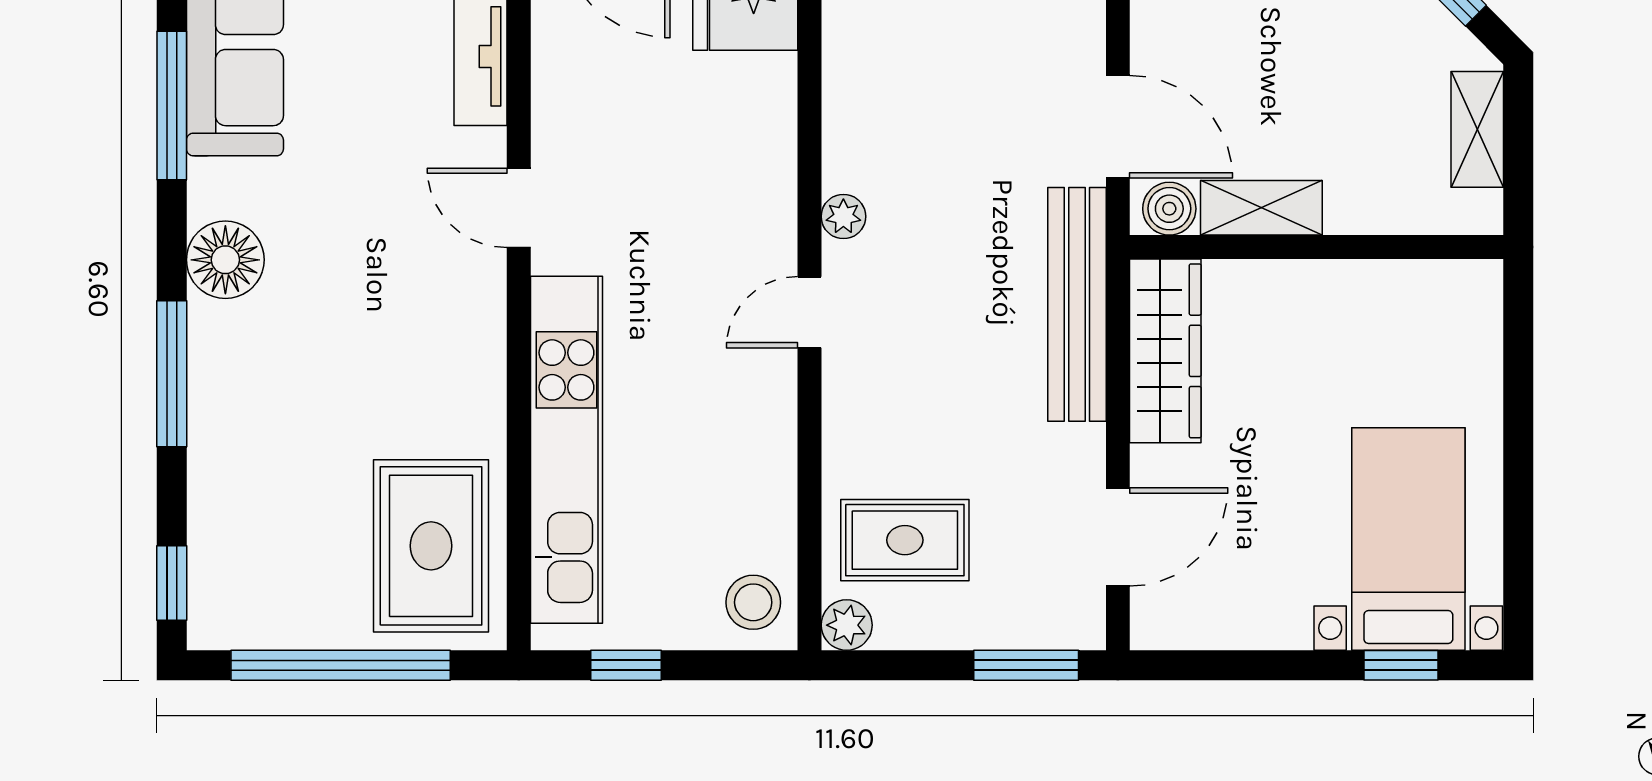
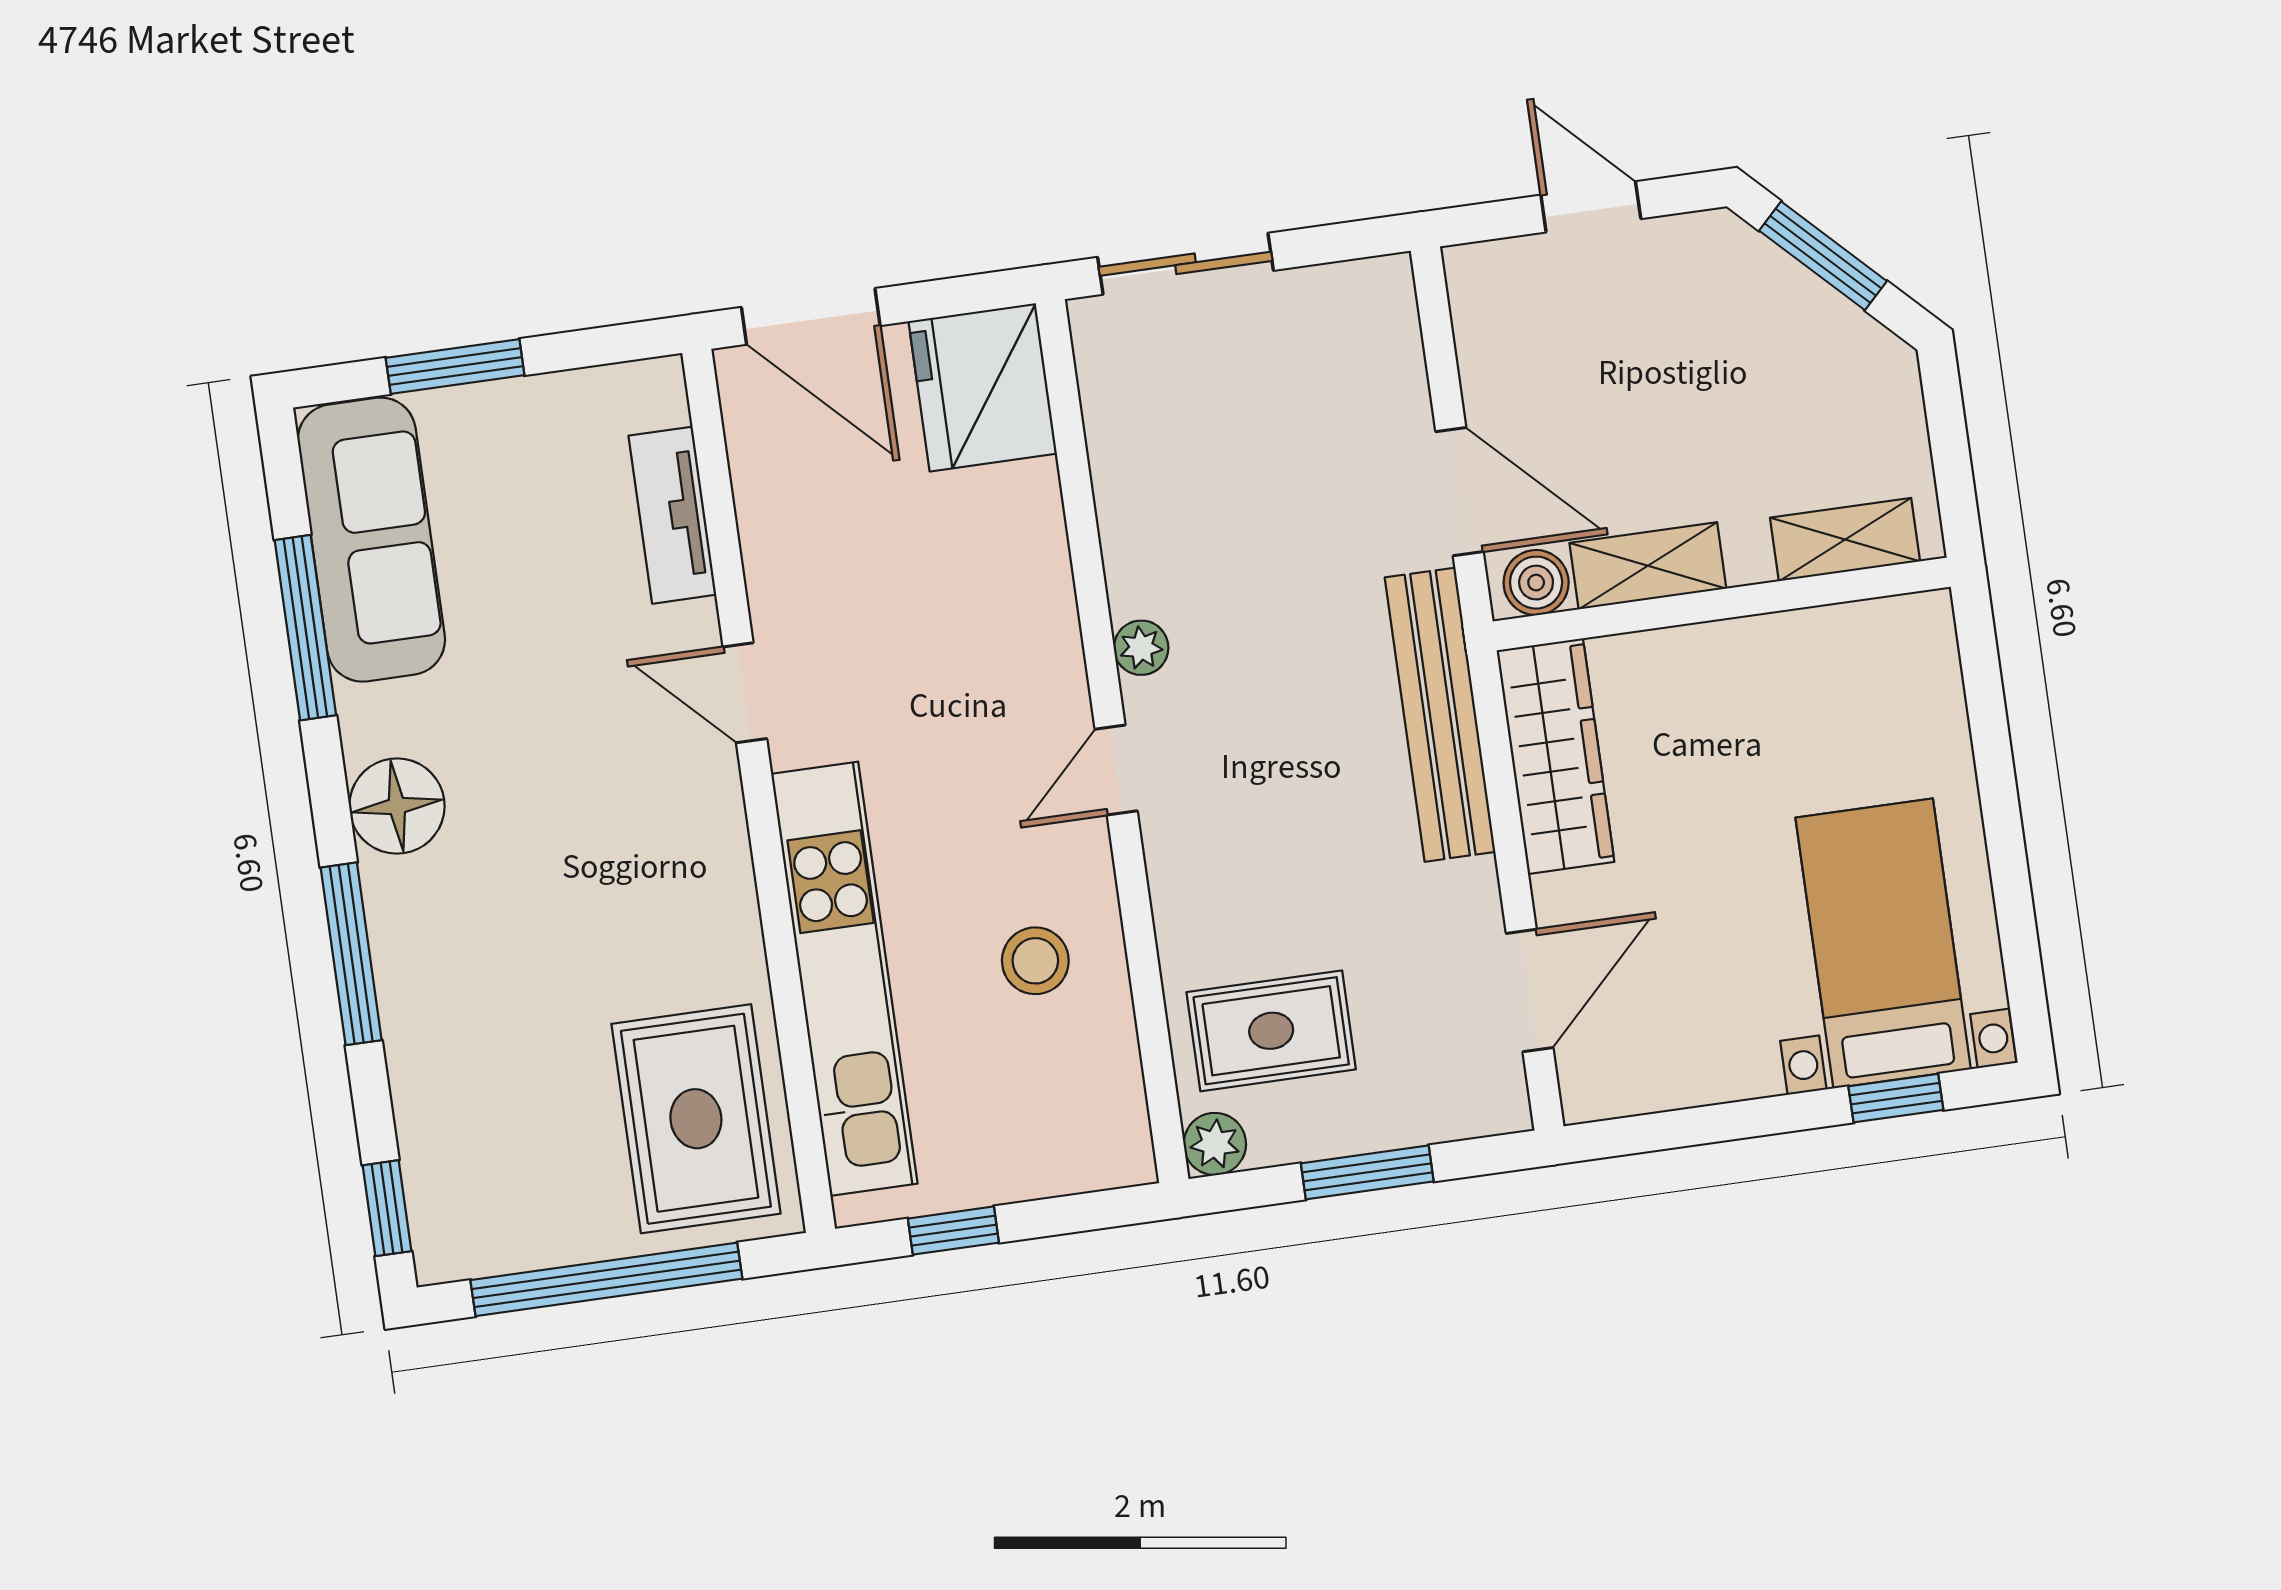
shelving: (1477, 129) -> (1845, 540), moved, turned 90
stool: (753, 602) -> (1035, 961), moved
window: (1026, 665) -> (1367, 1172), moved

